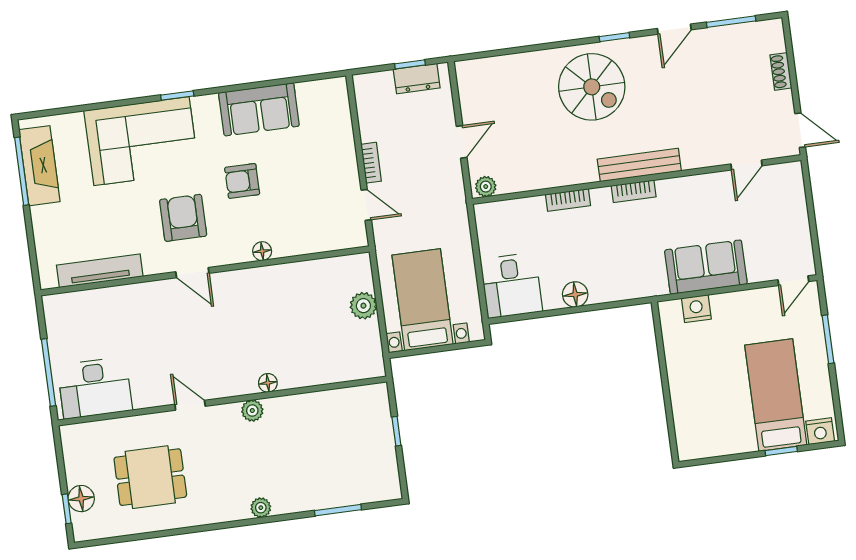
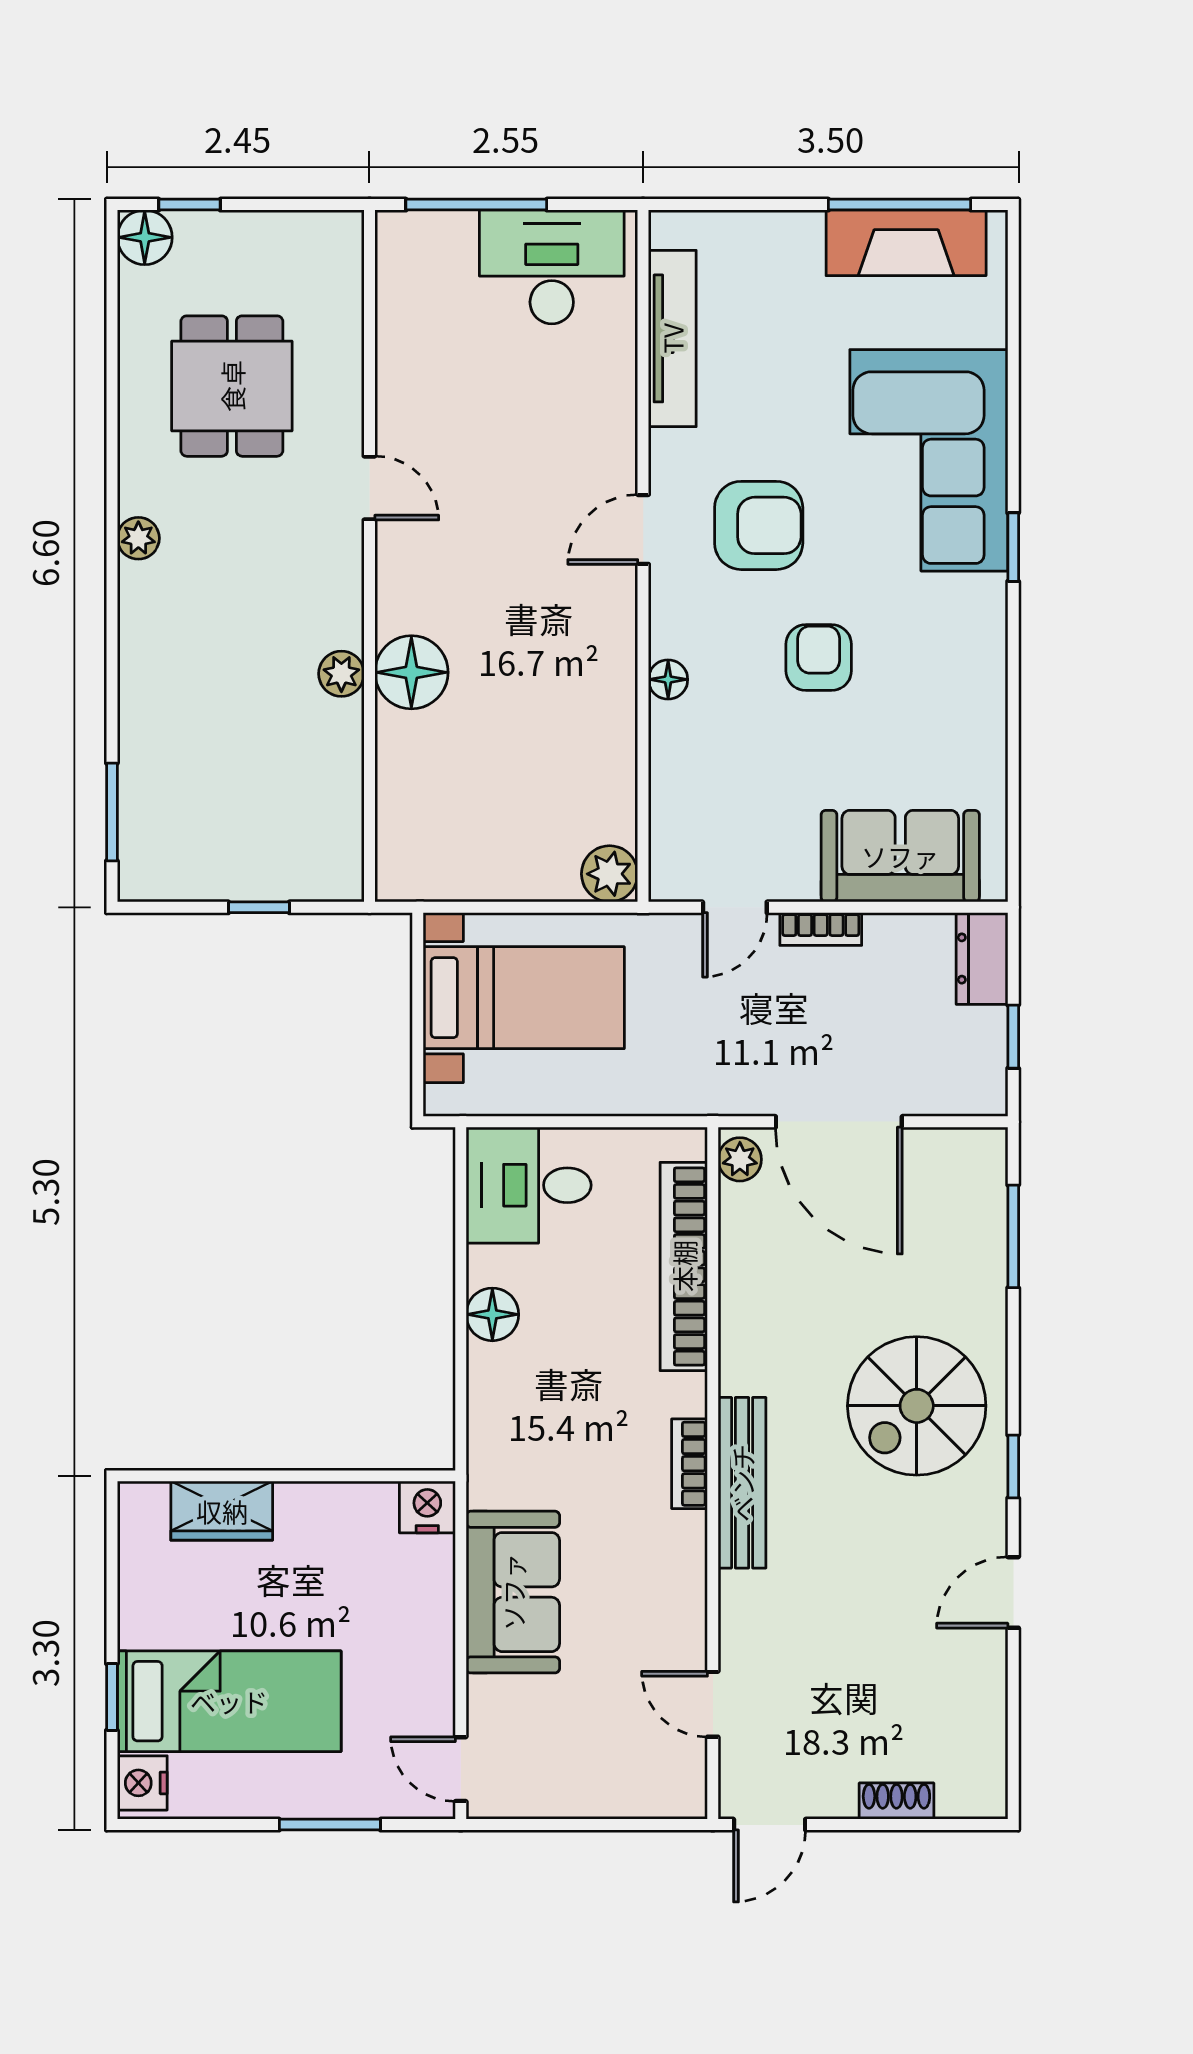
window: (731, 22) -> (1013, 1236), moved
door: (674, 29) -> (1013, 1592), hinge flipped
dresser: (417, 79) -> (982, 959), moved
sofa: (259, 109) -> (900, 856), moved, turned 90
door: (462, 142) -> (839, 1122), width x1.88
bookcase: (568, 200) -> (684, 1266), width x2.31, depth x1.31
plant: (363, 306) -> (610, 874), moved
nightstand: (696, 309) -> (427, 1507), moved, turned -90
floor lamp: (268, 383) -> (411, 672), width x1.89, depth x1.89
desk: (95, 388) -> (552, 267), moved, turned 90
door: (190, 405) -> (369, 488), hinge flipped
plant: (252, 411) -> (341, 674), moved
wardrobe: (686, 411) -> (222, 1511), added
floor lamp: (81, 499) -> (145, 237), moved
plant: (261, 508) -> (138, 538), moved
window: (338, 510) -> (112, 812), moved

